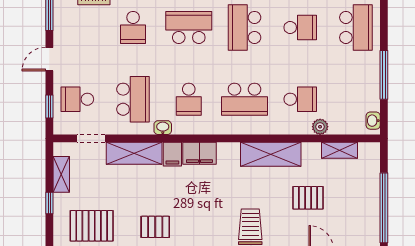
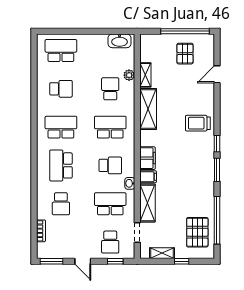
school desk: (133, 27) -> (61, 204), turned 90
school desk: (244, 27) -> (61, 127), turned 180
school desk: (300, 27) -> (61, 89), turned 90
window: (384, 75) -> (93, 31), removed
school desk: (244, 99) -> (110, 127), turned -90
washbasin: (373, 121) -> (120, 41), width x1.91, depth x1.45
shelving: (339, 150) -> (145, 75), moved
pallet: (308, 198) -> (185, 54), moved
pallet: (155, 227) -> (198, 189), removed

